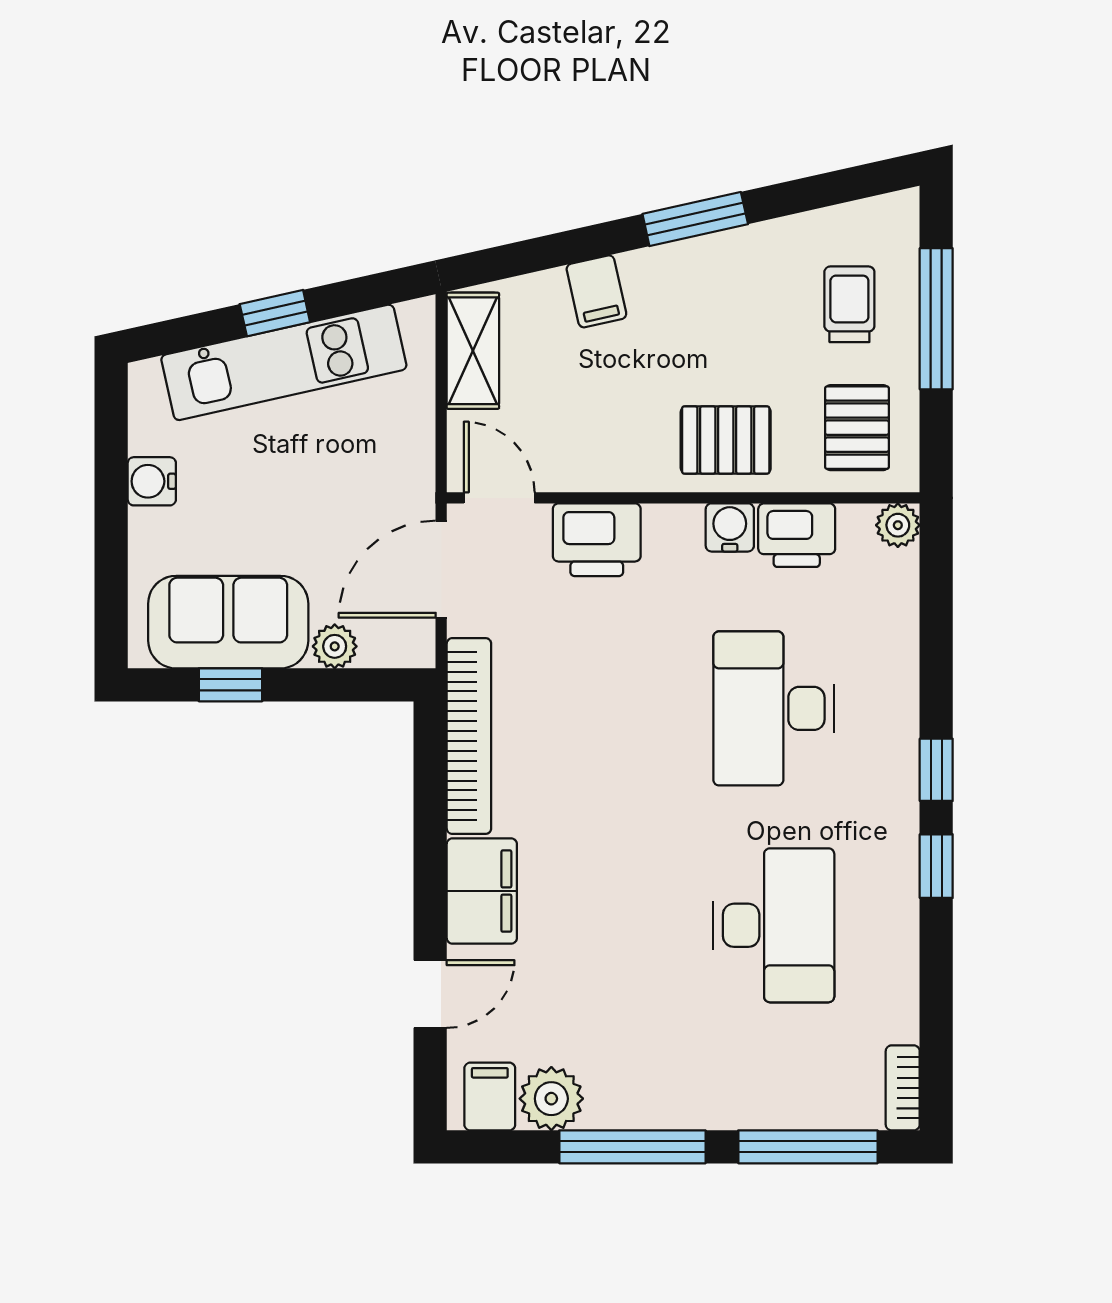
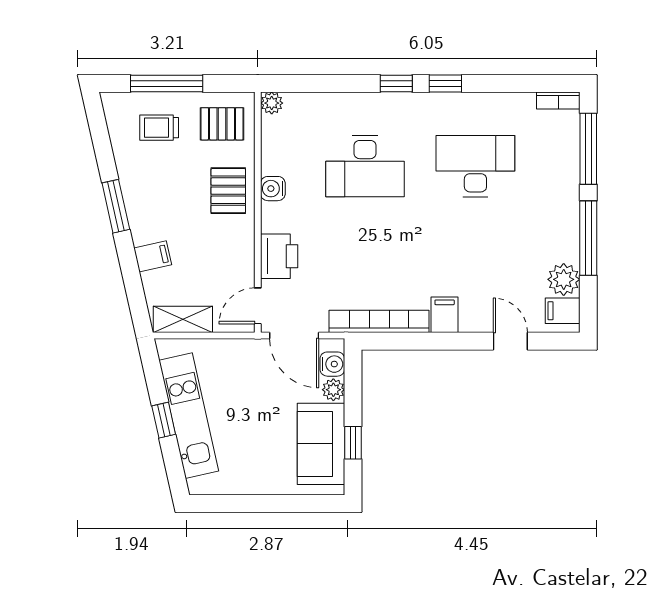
water cooler: (152, 481) -> (332, 364), moved, turned -90
printer: (797, 535) -> (277, 155), removed
filing cabinet: (482, 891) -> (445, 315), width x0.50

